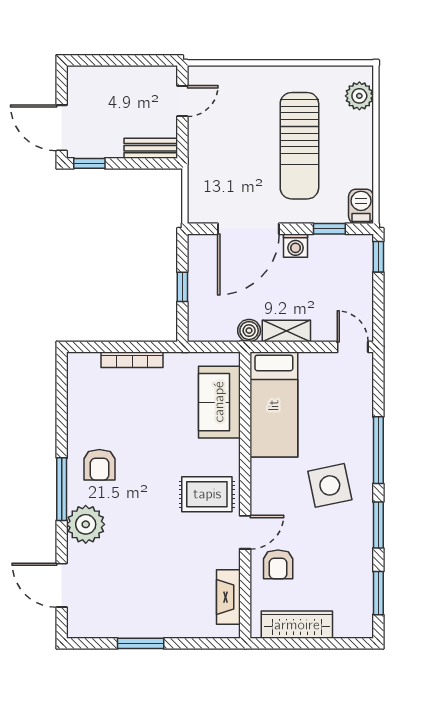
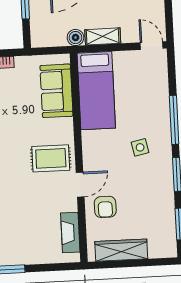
side table: (330, 485) -> (140, 147), width x0.54, depth x0.54

